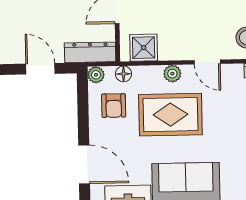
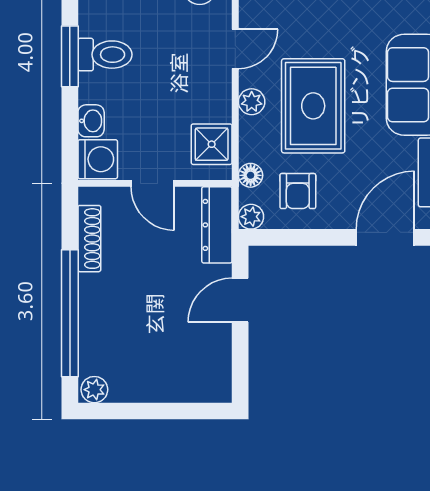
armchair: (114, 106) -> (298, 191), turned 90

